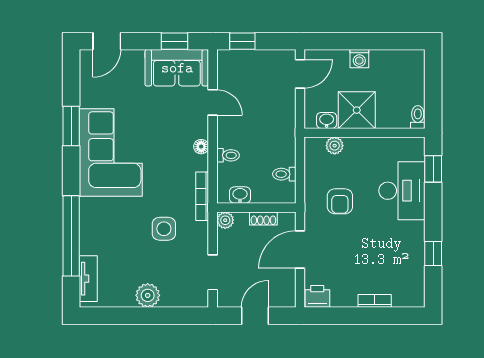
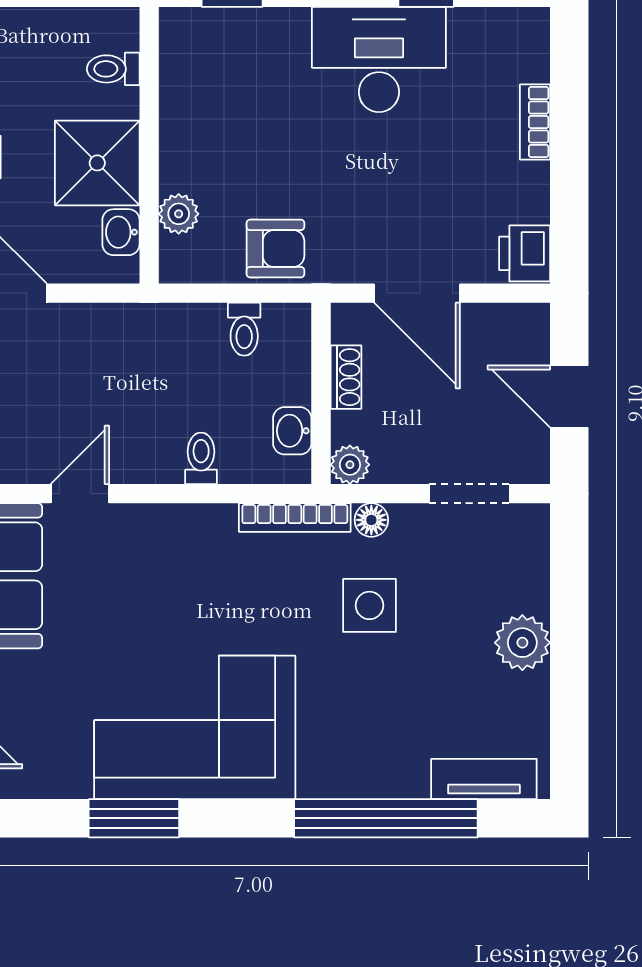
toilet: (418, 117) -> (113, 69), moved
floor lamp: (201, 147) -> (371, 520), moved
desk: (402, 191) -> (379, 59), moved
armchair: (340, 201) -> (275, 249), moved

